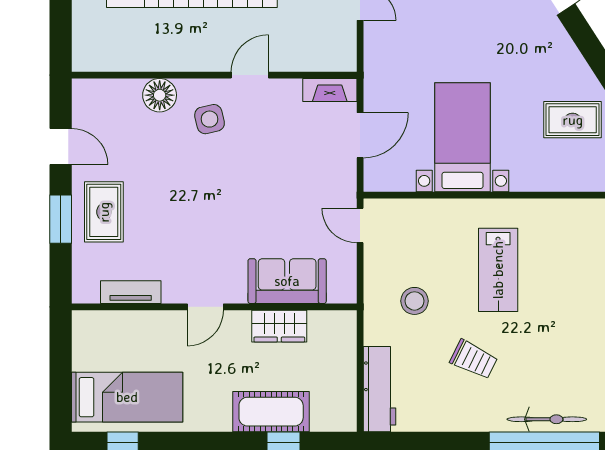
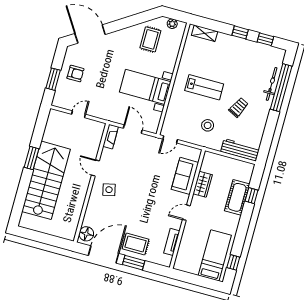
floor lamp: (160, 95) -> (86, 234), moved
door: (61, 147) -> (103, 254), width x1.88
door: (205, 307) -> (186, 213), swing flipped

